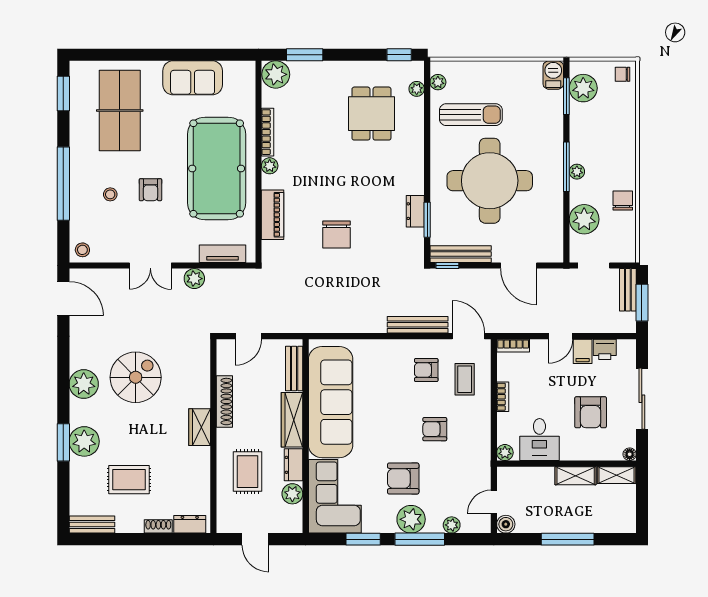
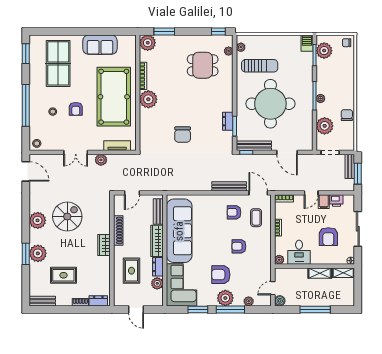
dining table: (371, 114) -> (203, 65), turned 90
plant: (270, 166) -> (148, 99), width x1.87, depth x1.87
piano: (273, 215) -> (146, 123), removed

